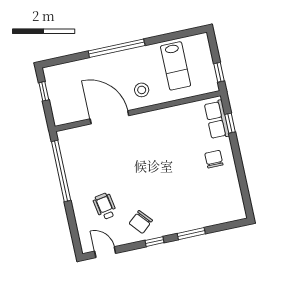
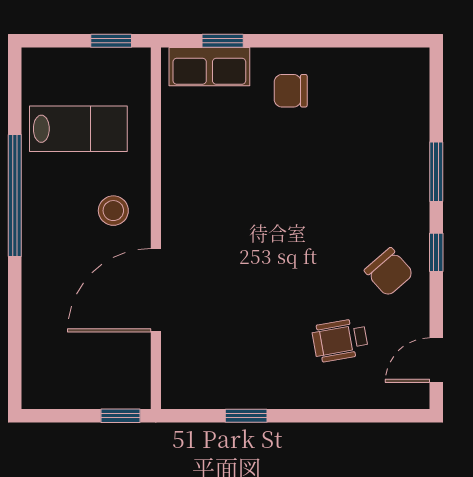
window: (117, 48) -> (15, 195), moved
window: (44, 91) -> (121, 416), moved
window: (61, 171) -> (246, 416), width x0.32

